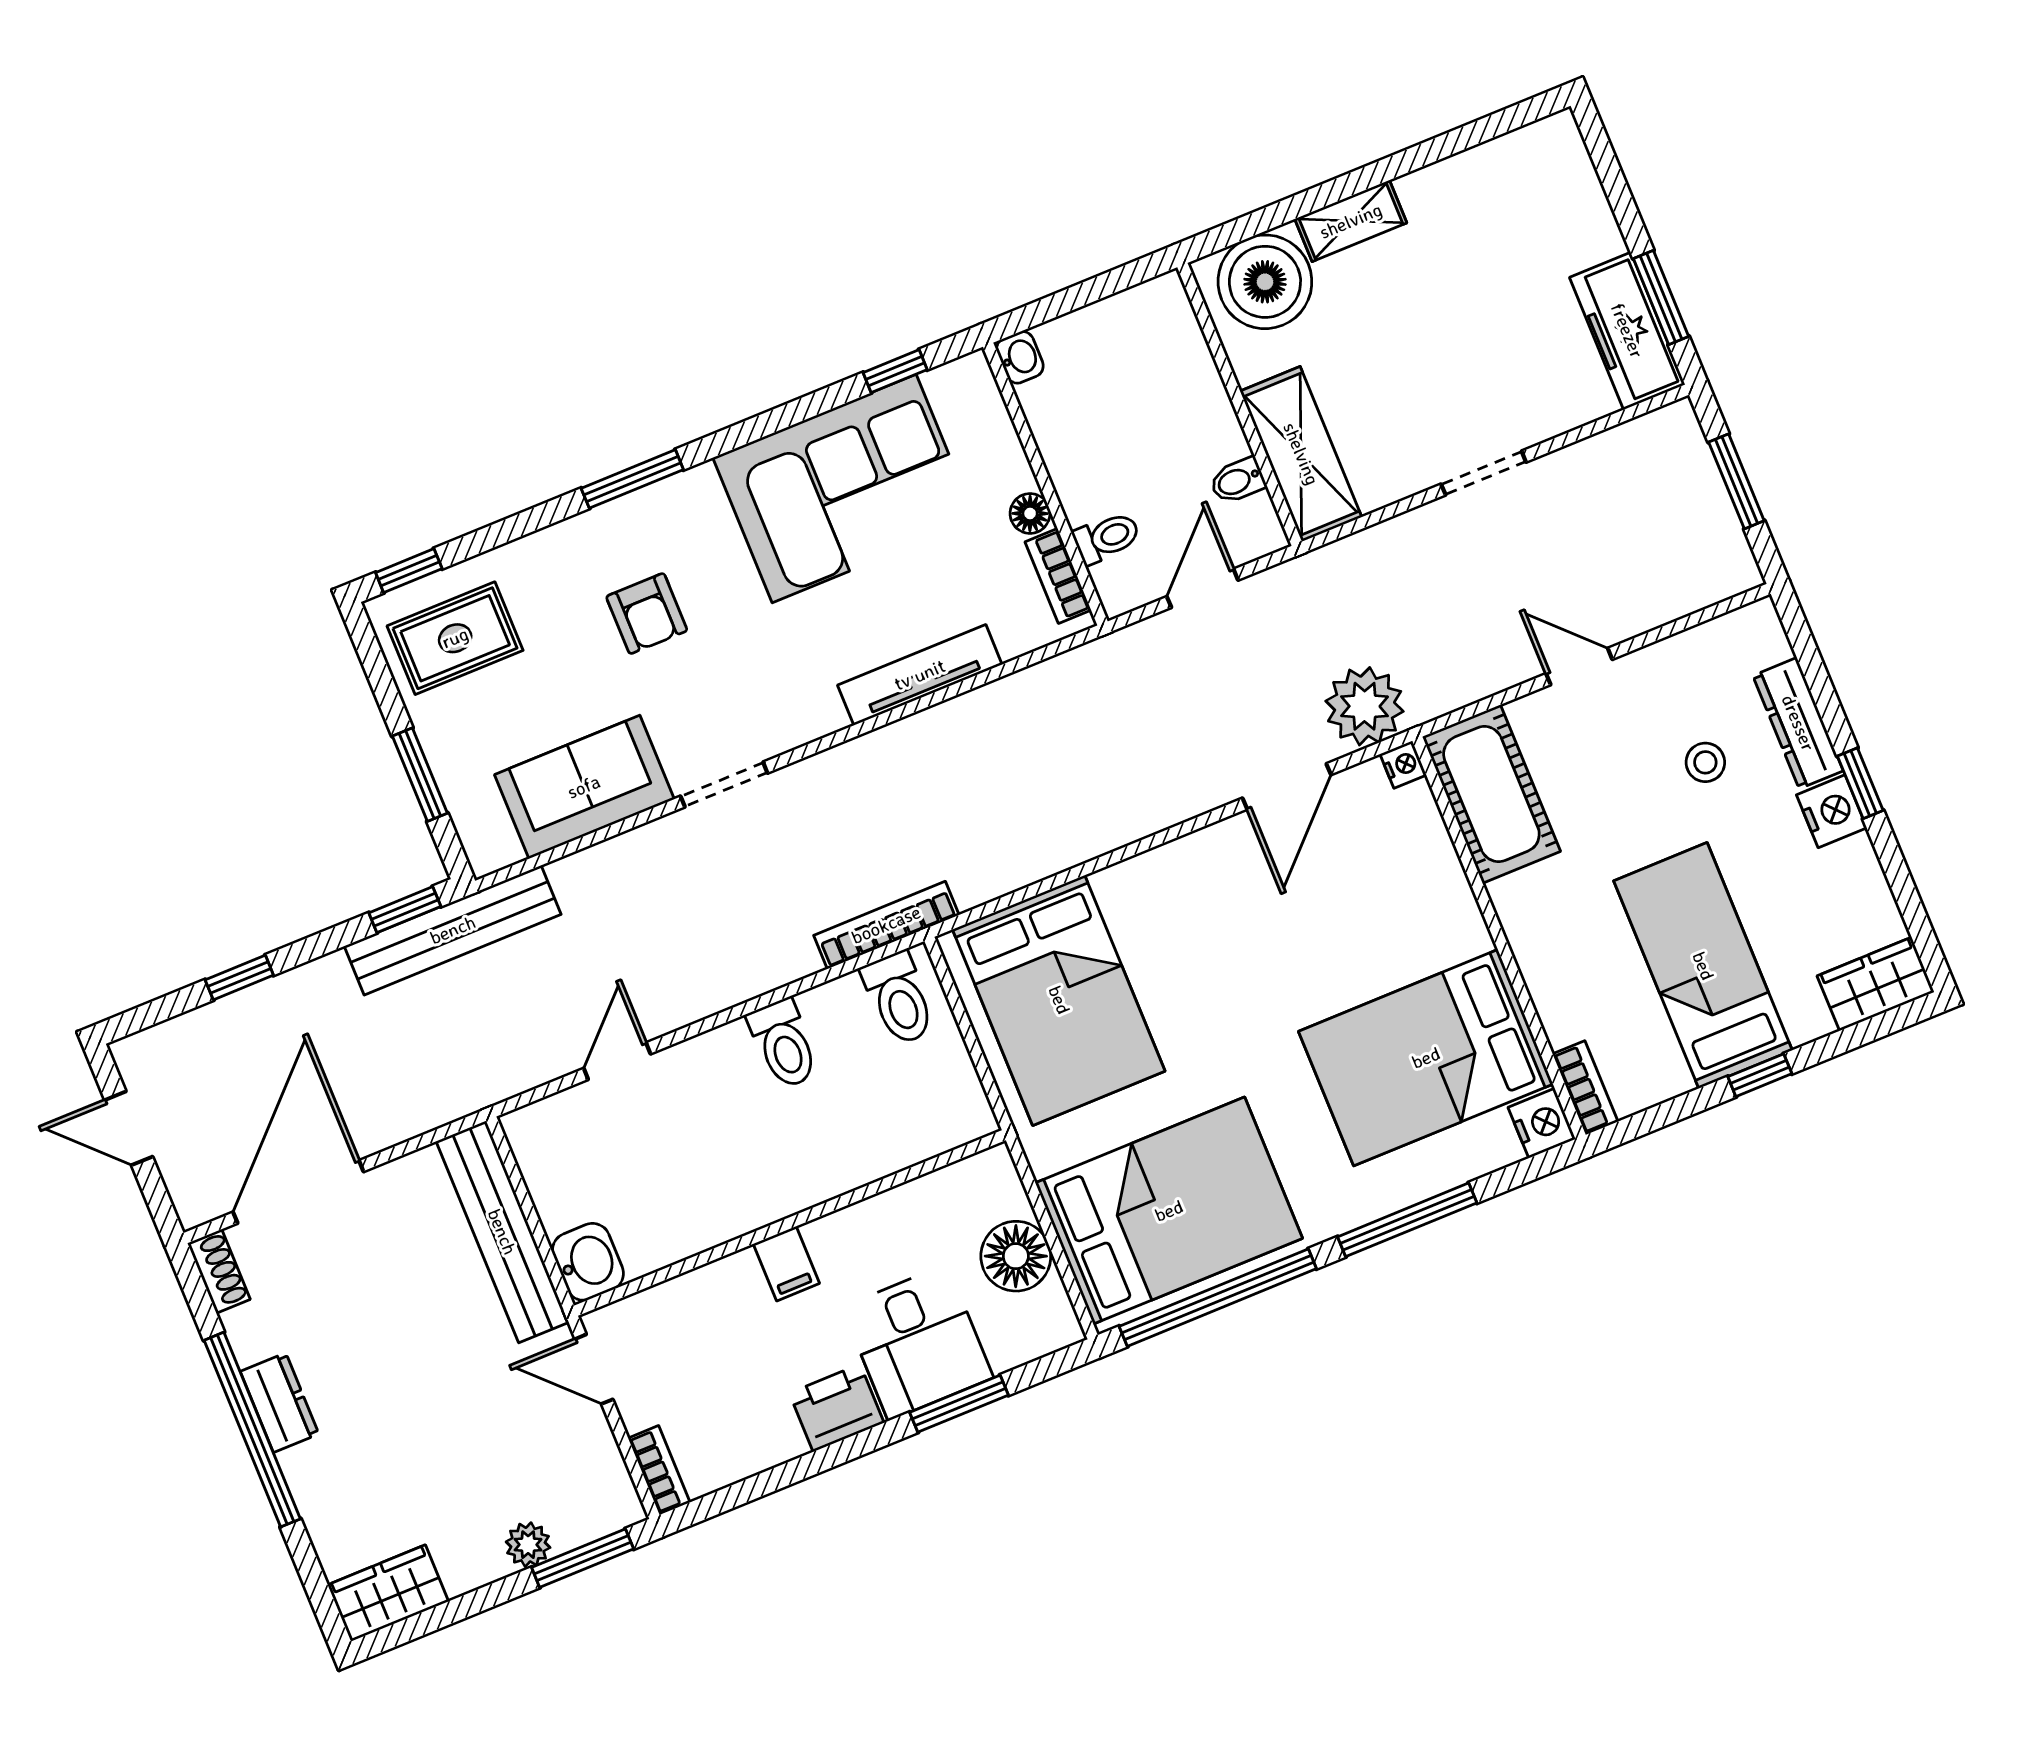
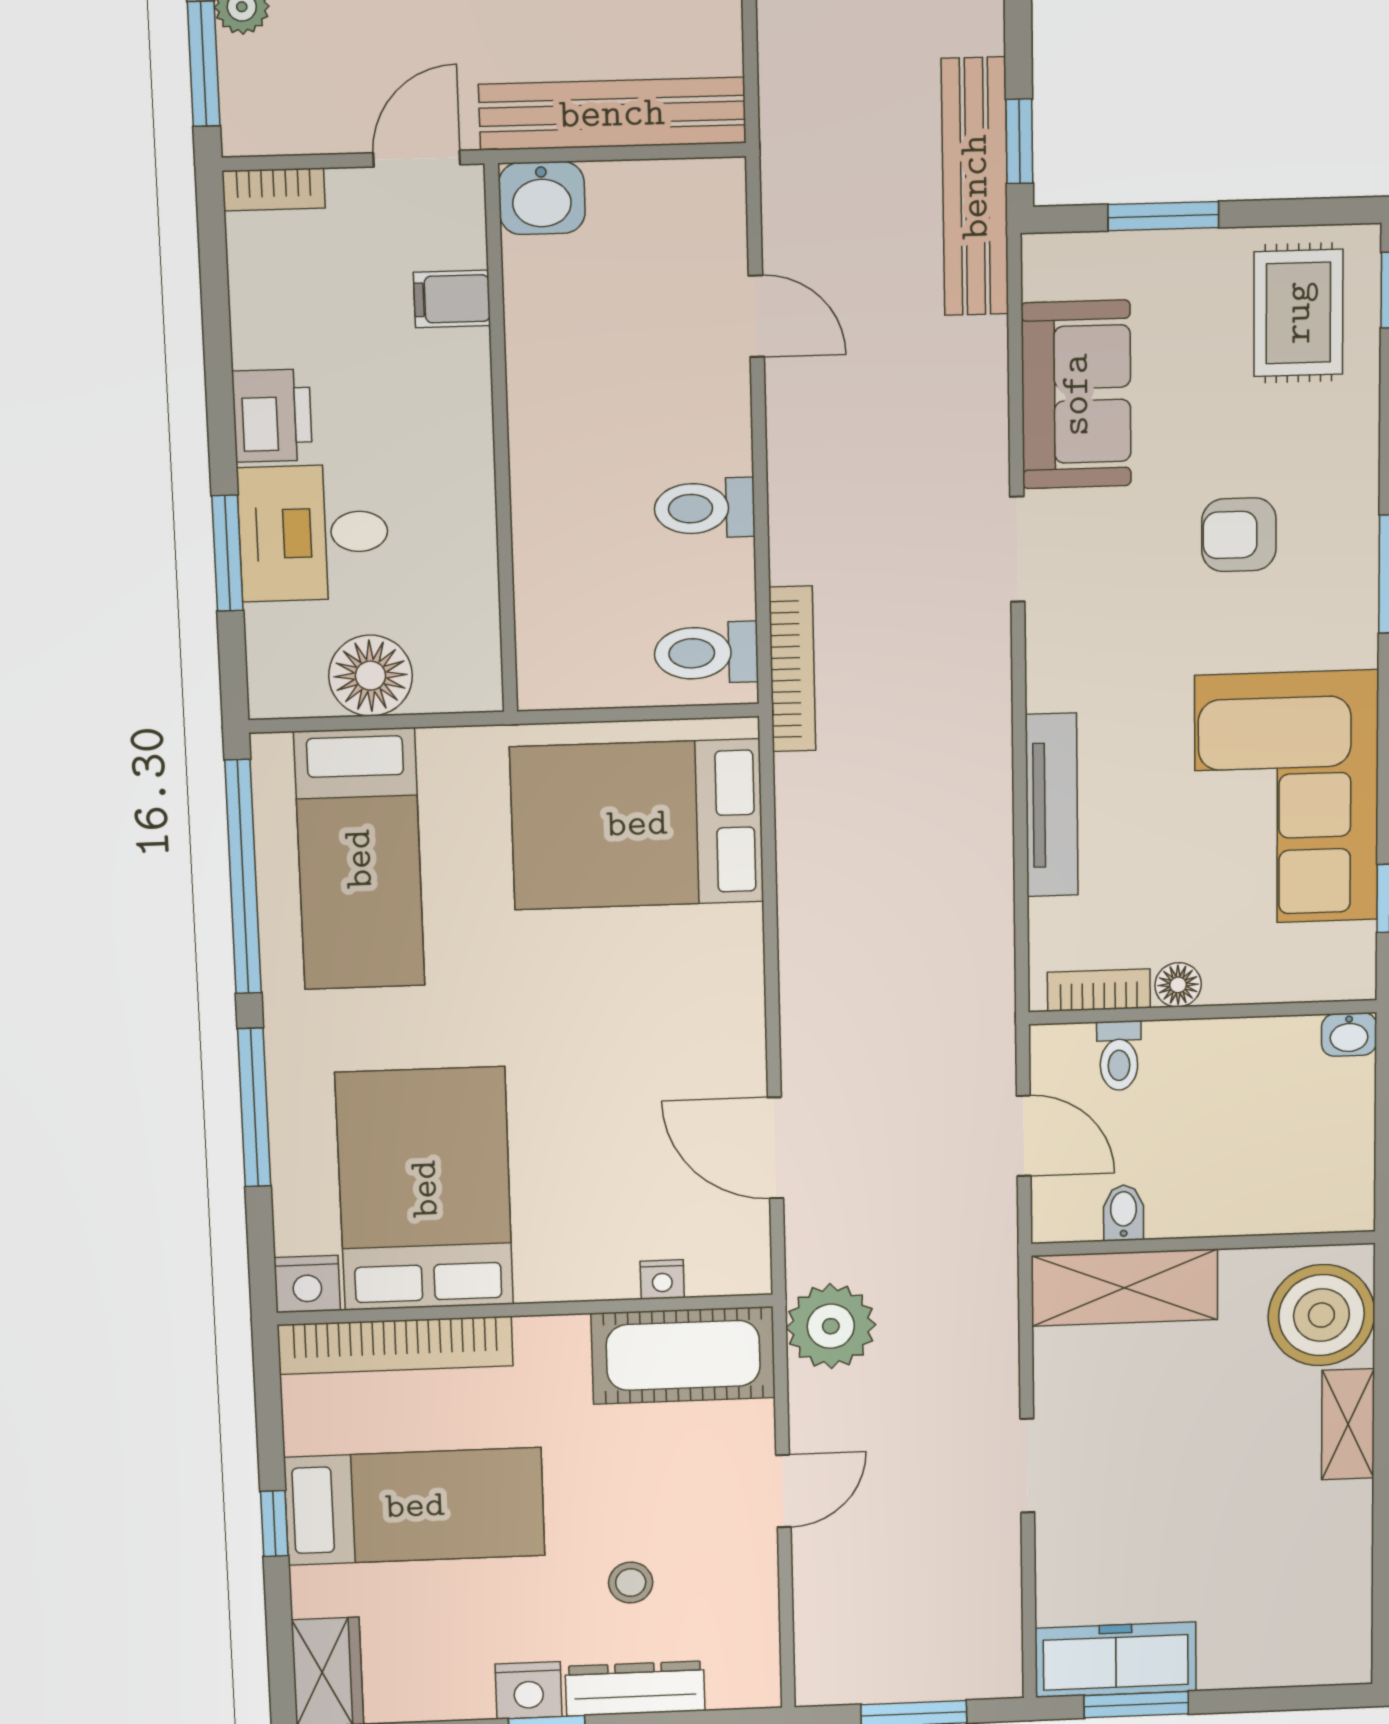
plant: (1365, 706) -> (831, 1326), moved
nightstand: (1403, 765) -> (662, 1279), moved
bookcase: (1585, 1088) -> (395, 1345), width x2.31, depth x1.31
bed: (1169, 1211) -> (359, 859), width x0.67
filing cabinet: (786, 1264) -> (452, 299), moved

